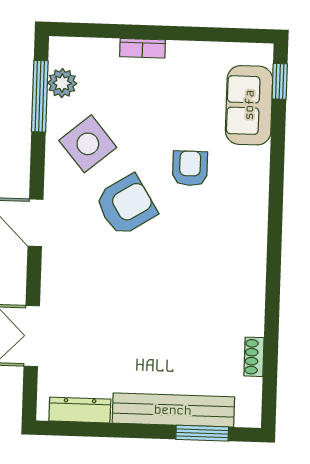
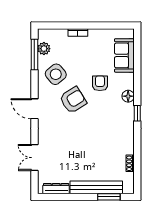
window: (280, 81) -> (137, 113), moved
floor lamp: (255, 200) -> (128, 96), added

